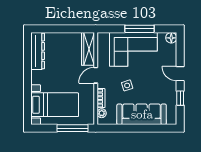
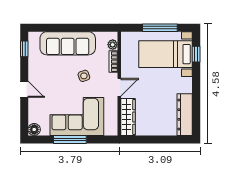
window: (180, 98) -> (24, 49), moved
window: (27, 105) -> (196, 54), added
window: (72, 128) -> (160, 28), moved

